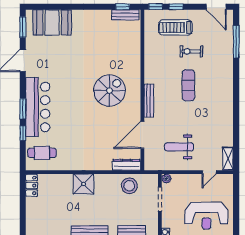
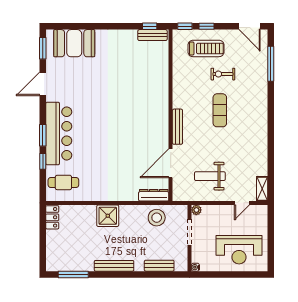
treadmill: (175, 27) -> (206, 48), turned 180
spiral stairs: (109, 91) -> (136, 116), removed

